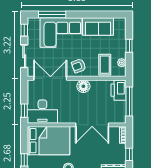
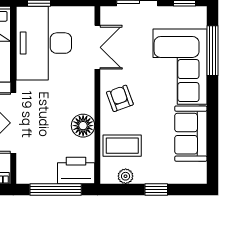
double door: (50, 78) -> (97, 47), width x0.73
floor lamp: (83, 86) -> (83, 126), moved
desk: (42, 112) -> (44, 43), width x1.36, depth x1.30

